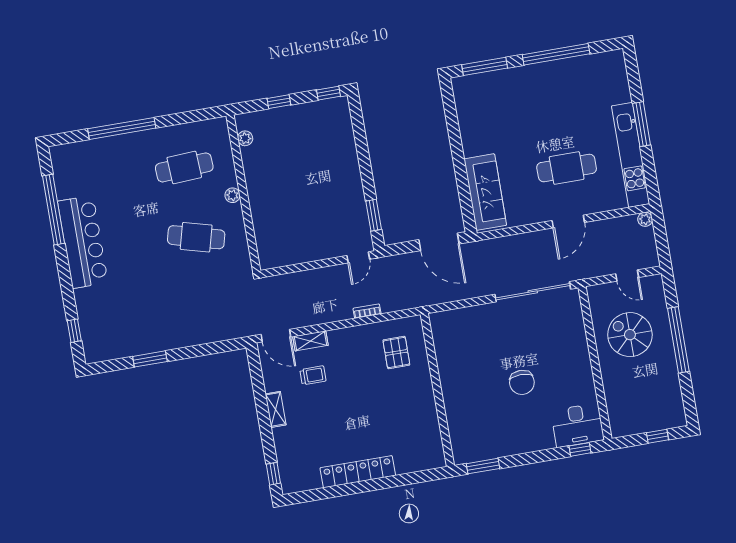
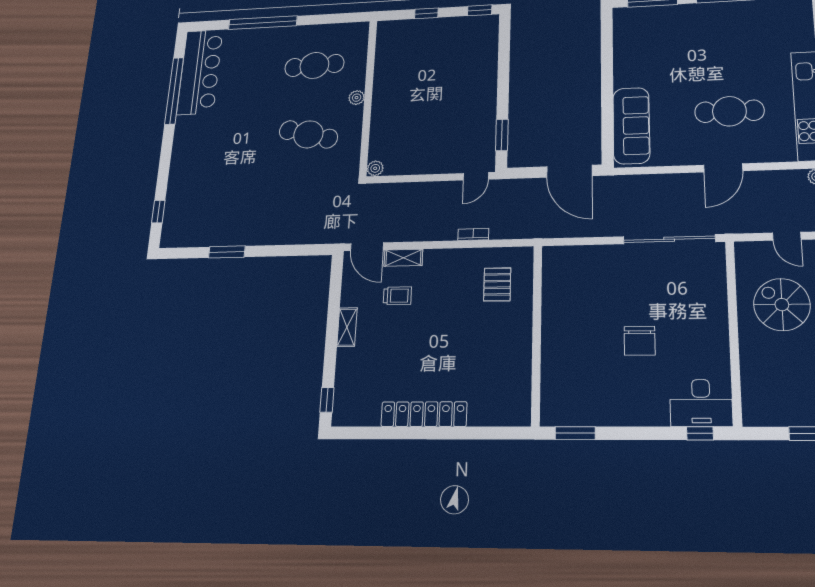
plant: (245, 138) -> (375, 168), moved
bar counter: (83, 242) -> (200, 72), moved

